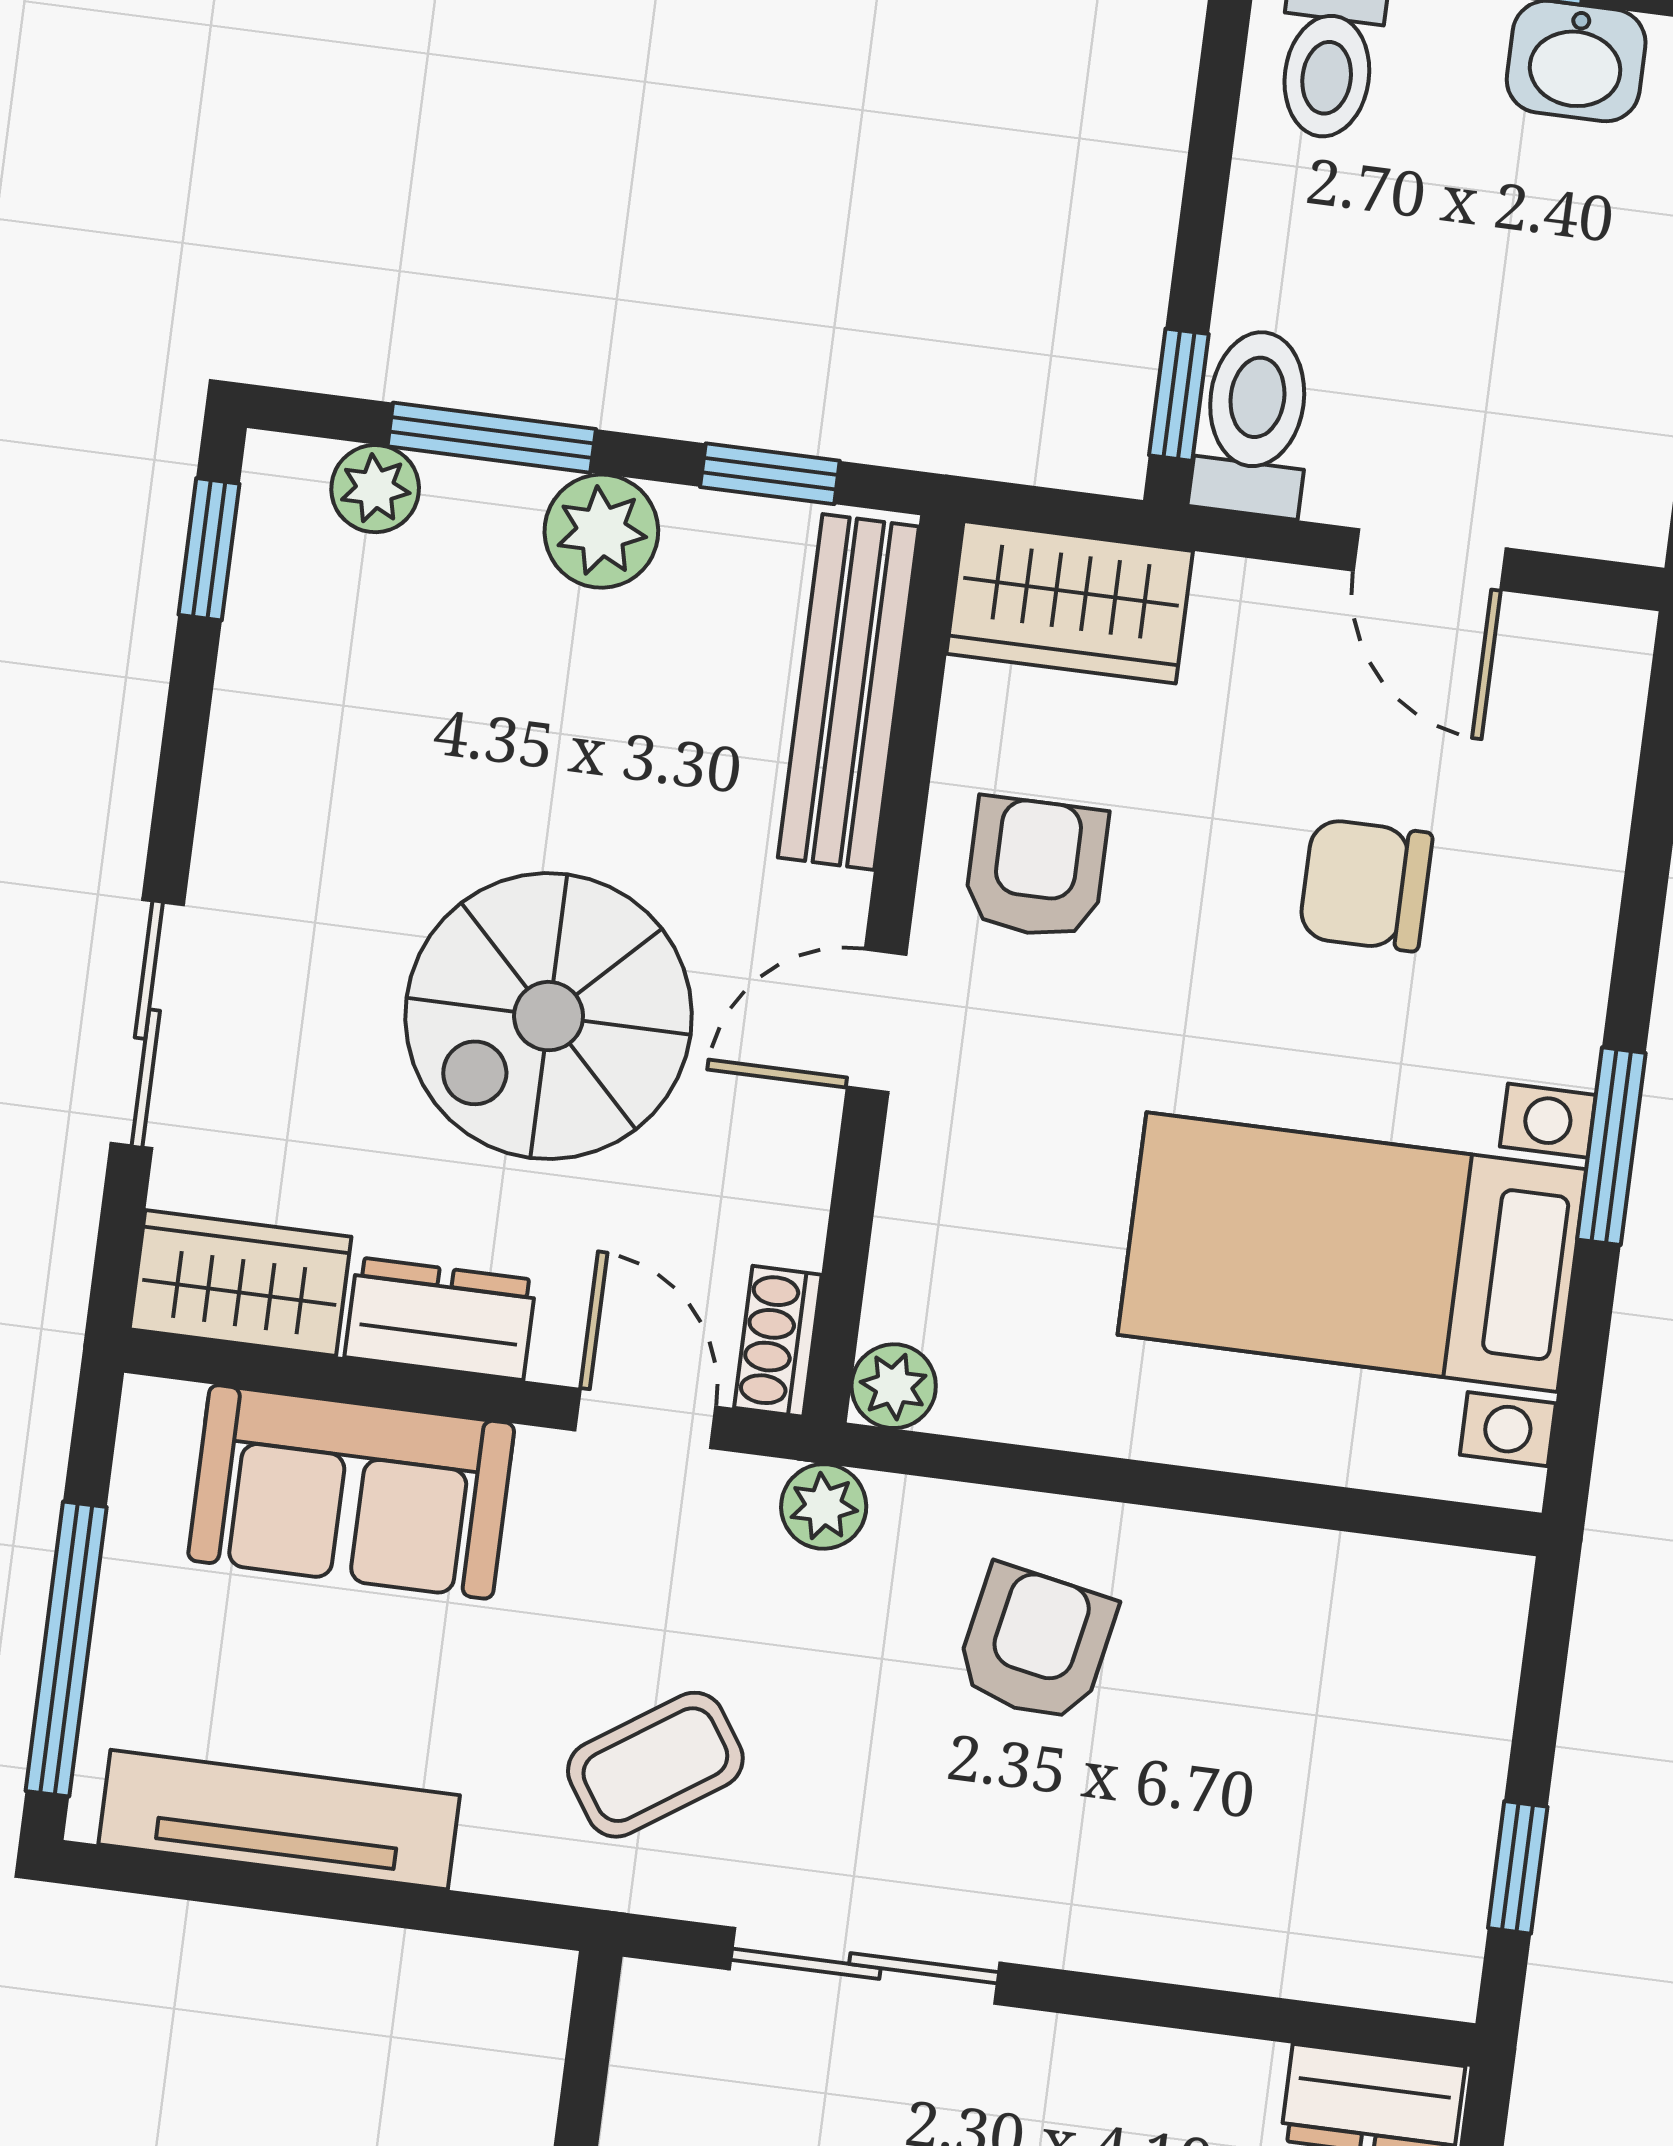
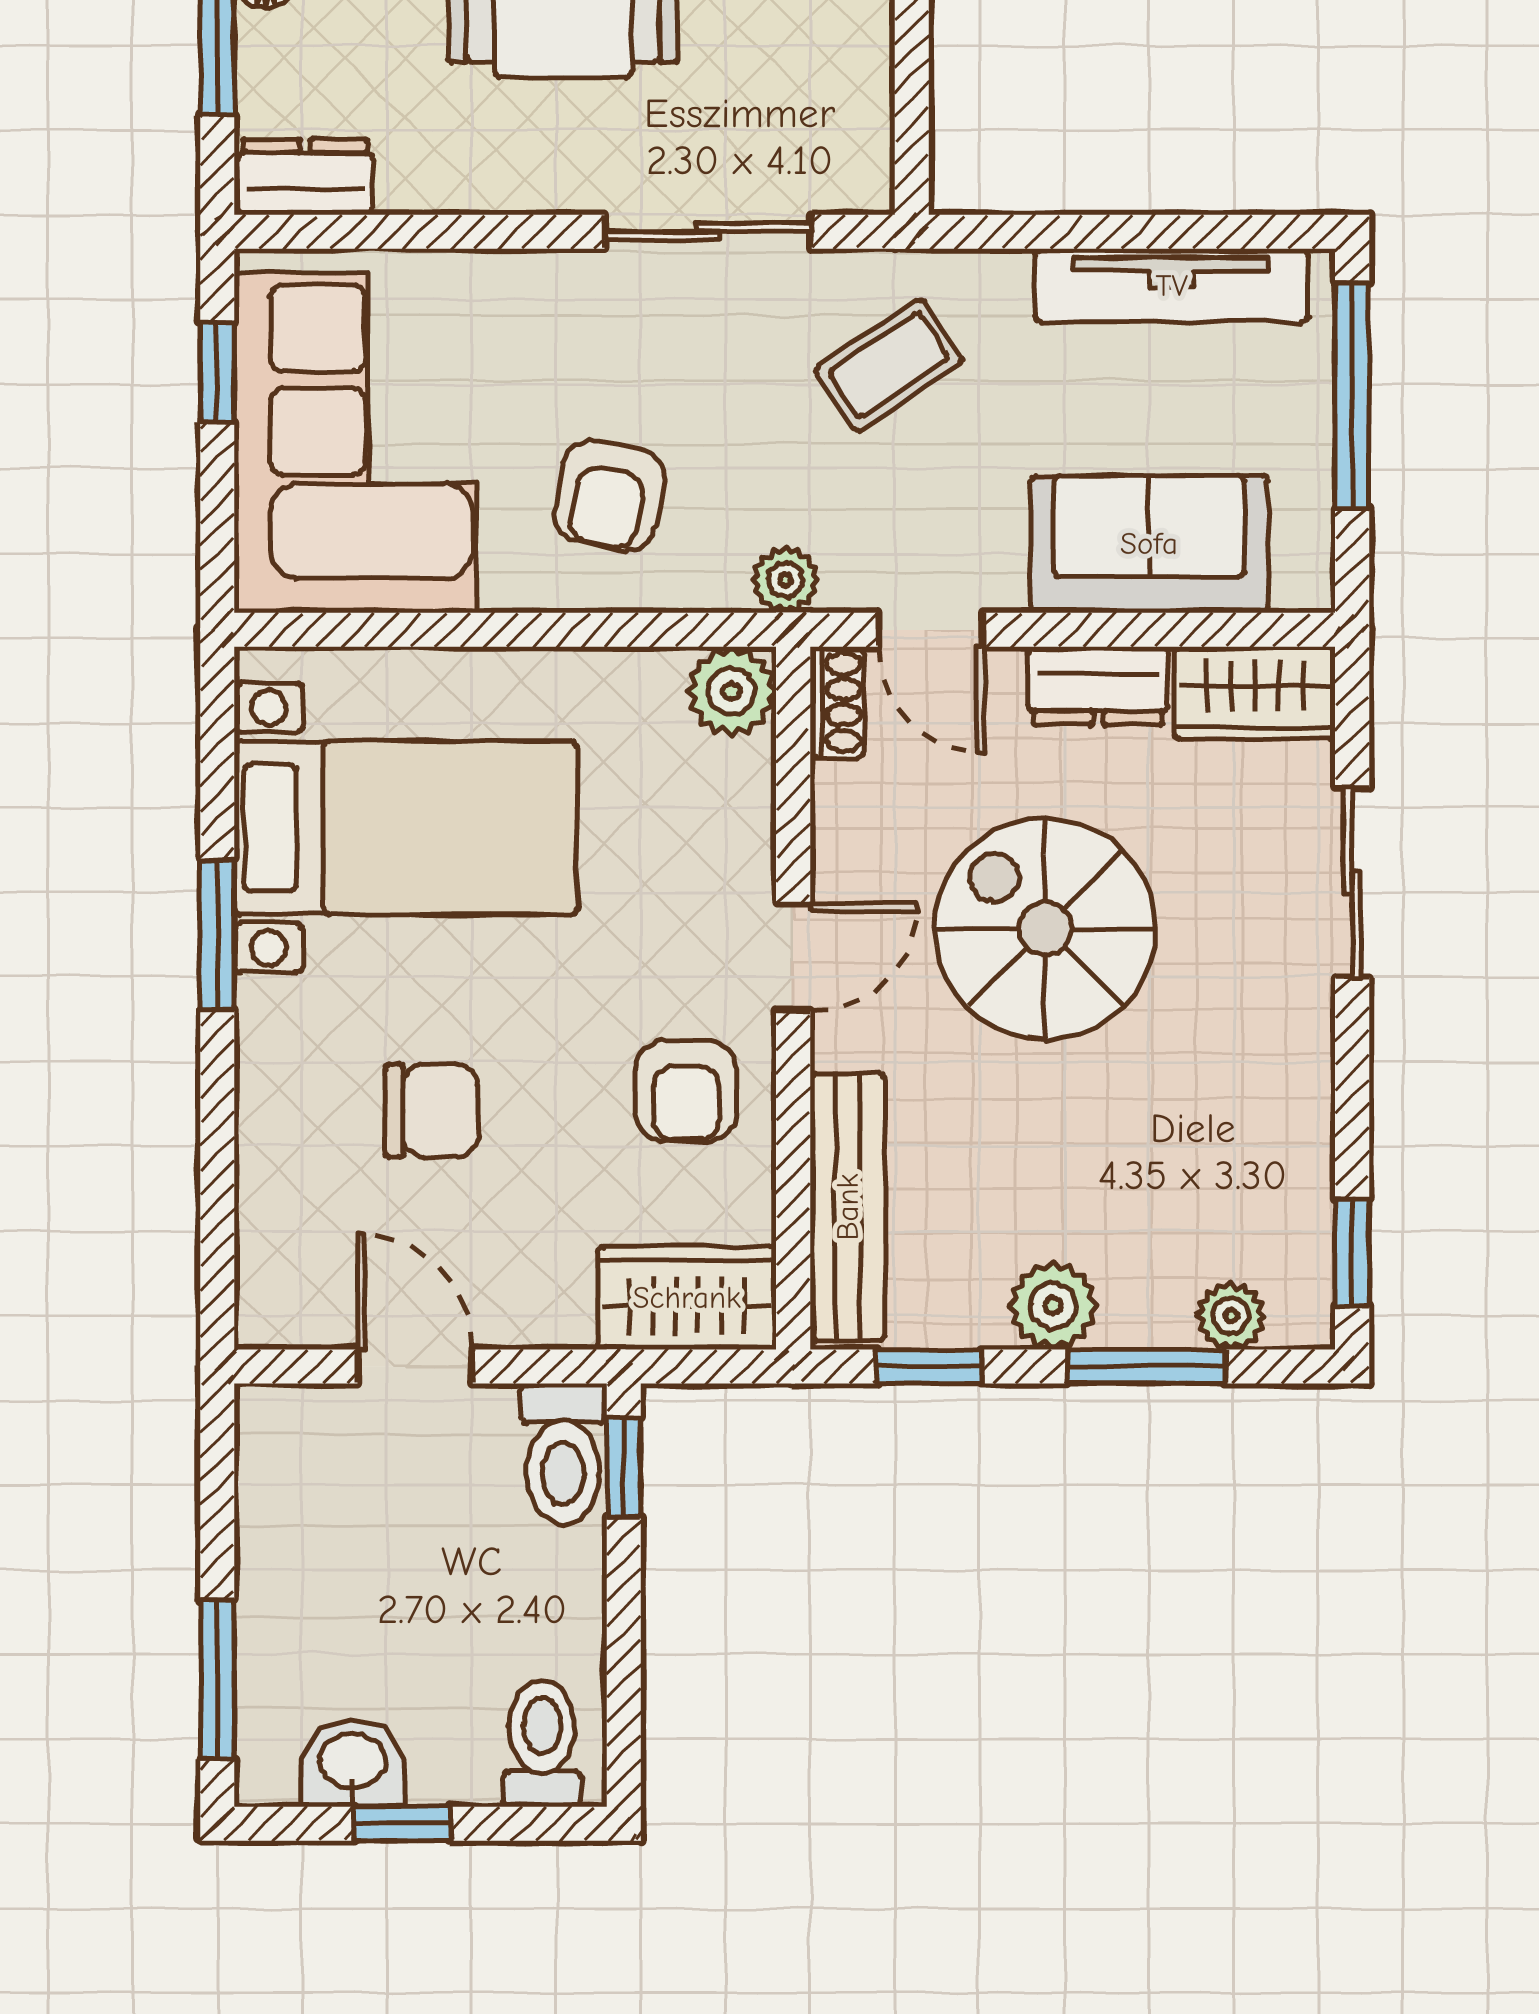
spiral stairs: (549, 1016) -> (1045, 929), turned -90
plant: (894, 1386) -> (732, 691), width x1.38, depth x1.38
corner sofa: (1352, 1754) -> (356, 443), added

